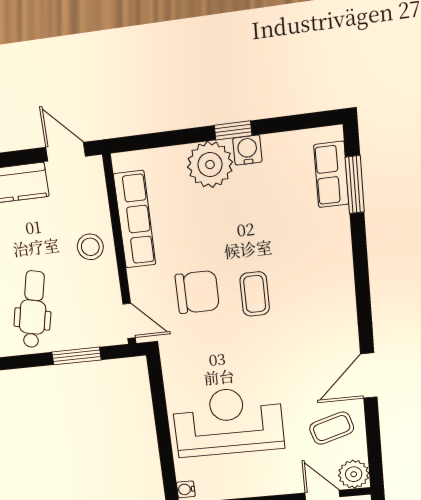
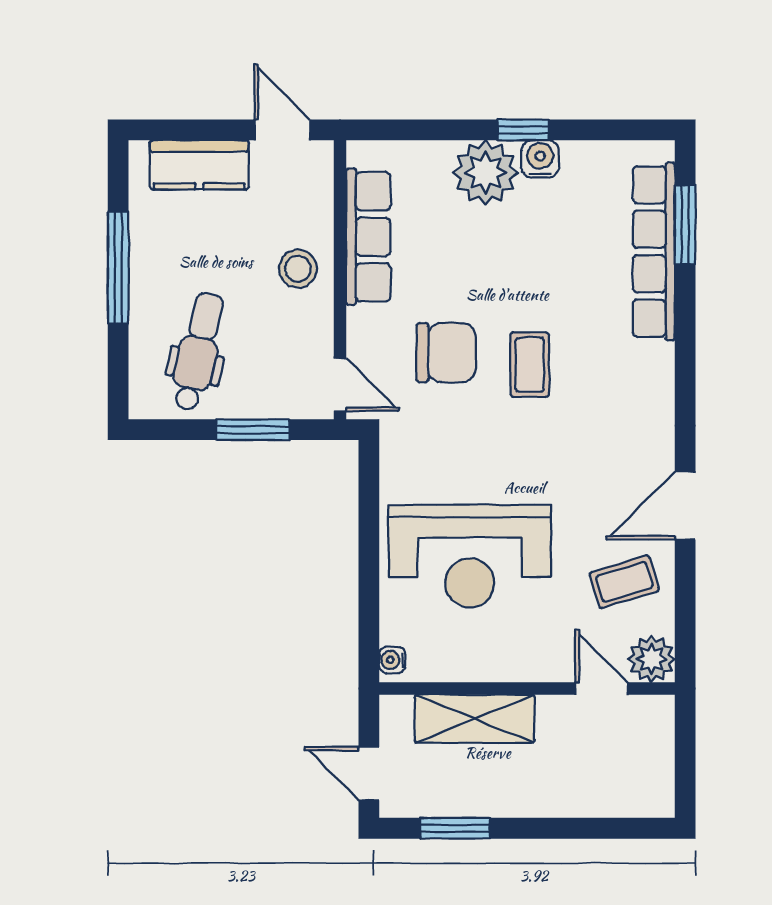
row of seats: (331, 175) -> (654, 252), width x2.02
reception desk: (228, 422) -> (470, 556), turned 180

